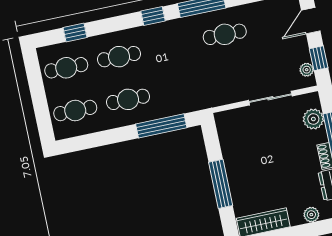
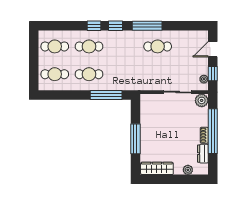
window: (75, 32) -> (94, 26), moved
plant: (313, 119) -> (202, 100), moved

